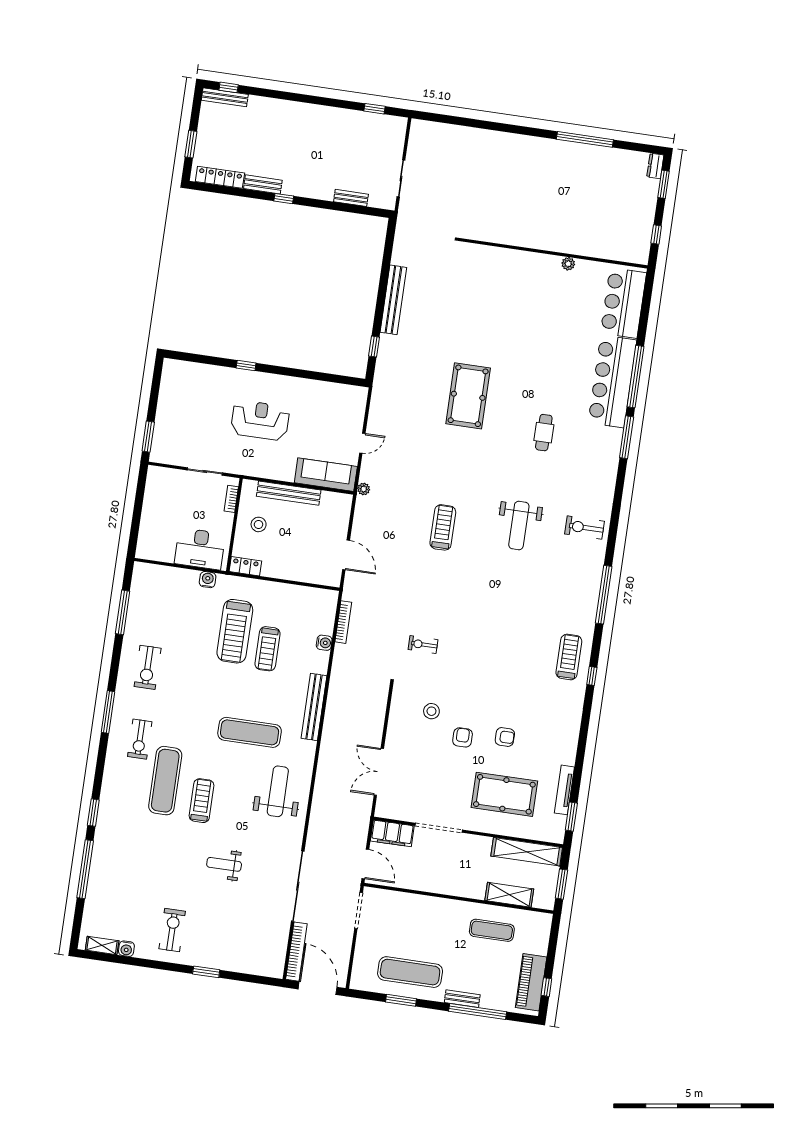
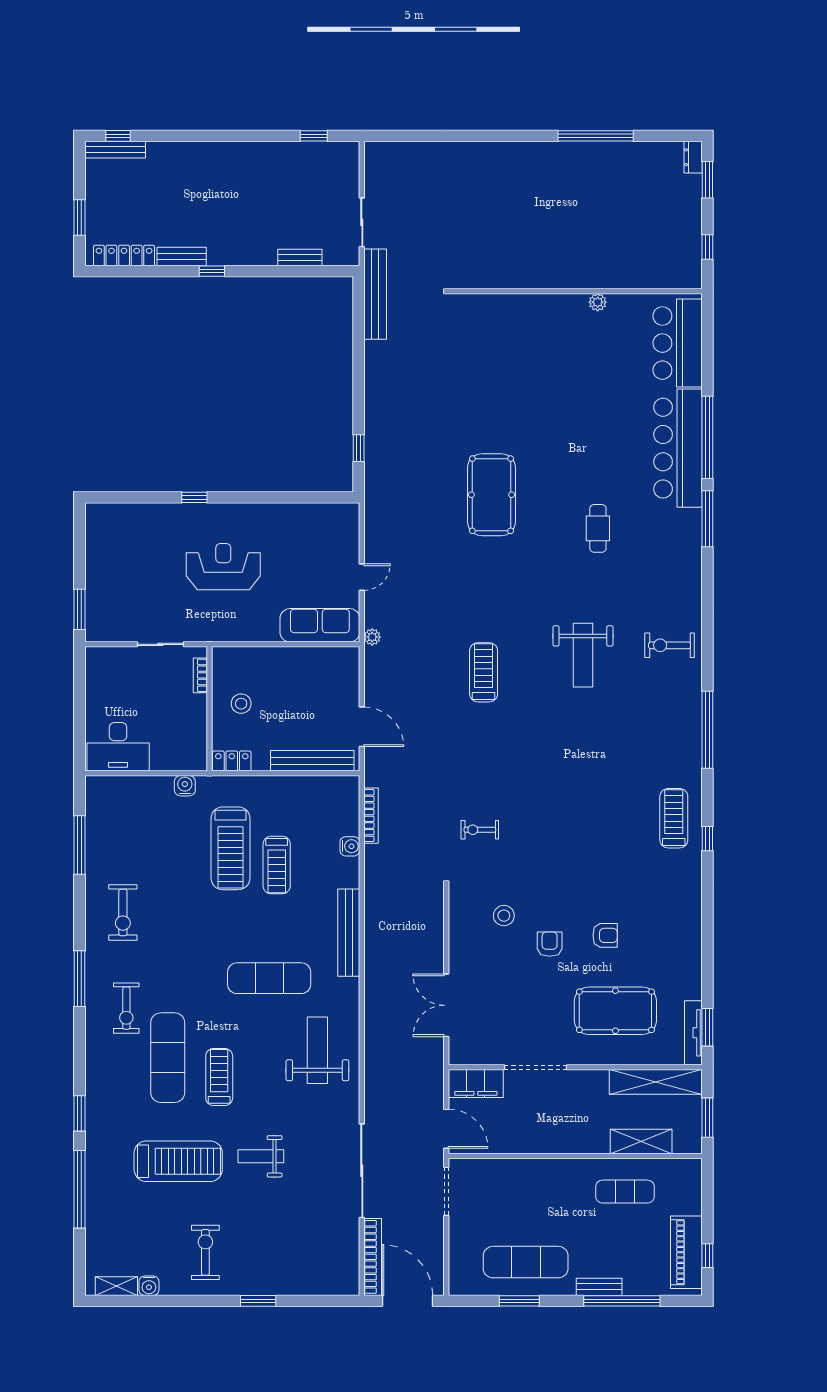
bench: (393, 300) -> (375, 294), moved
bench: (289, 493) -> (312, 761), moved
desk: (200, 549) -> (118, 747), moved
tv unit: (564, 790) -> (693, 1033), moved
treadmill: (162, 859) -> (178, 1161), added

